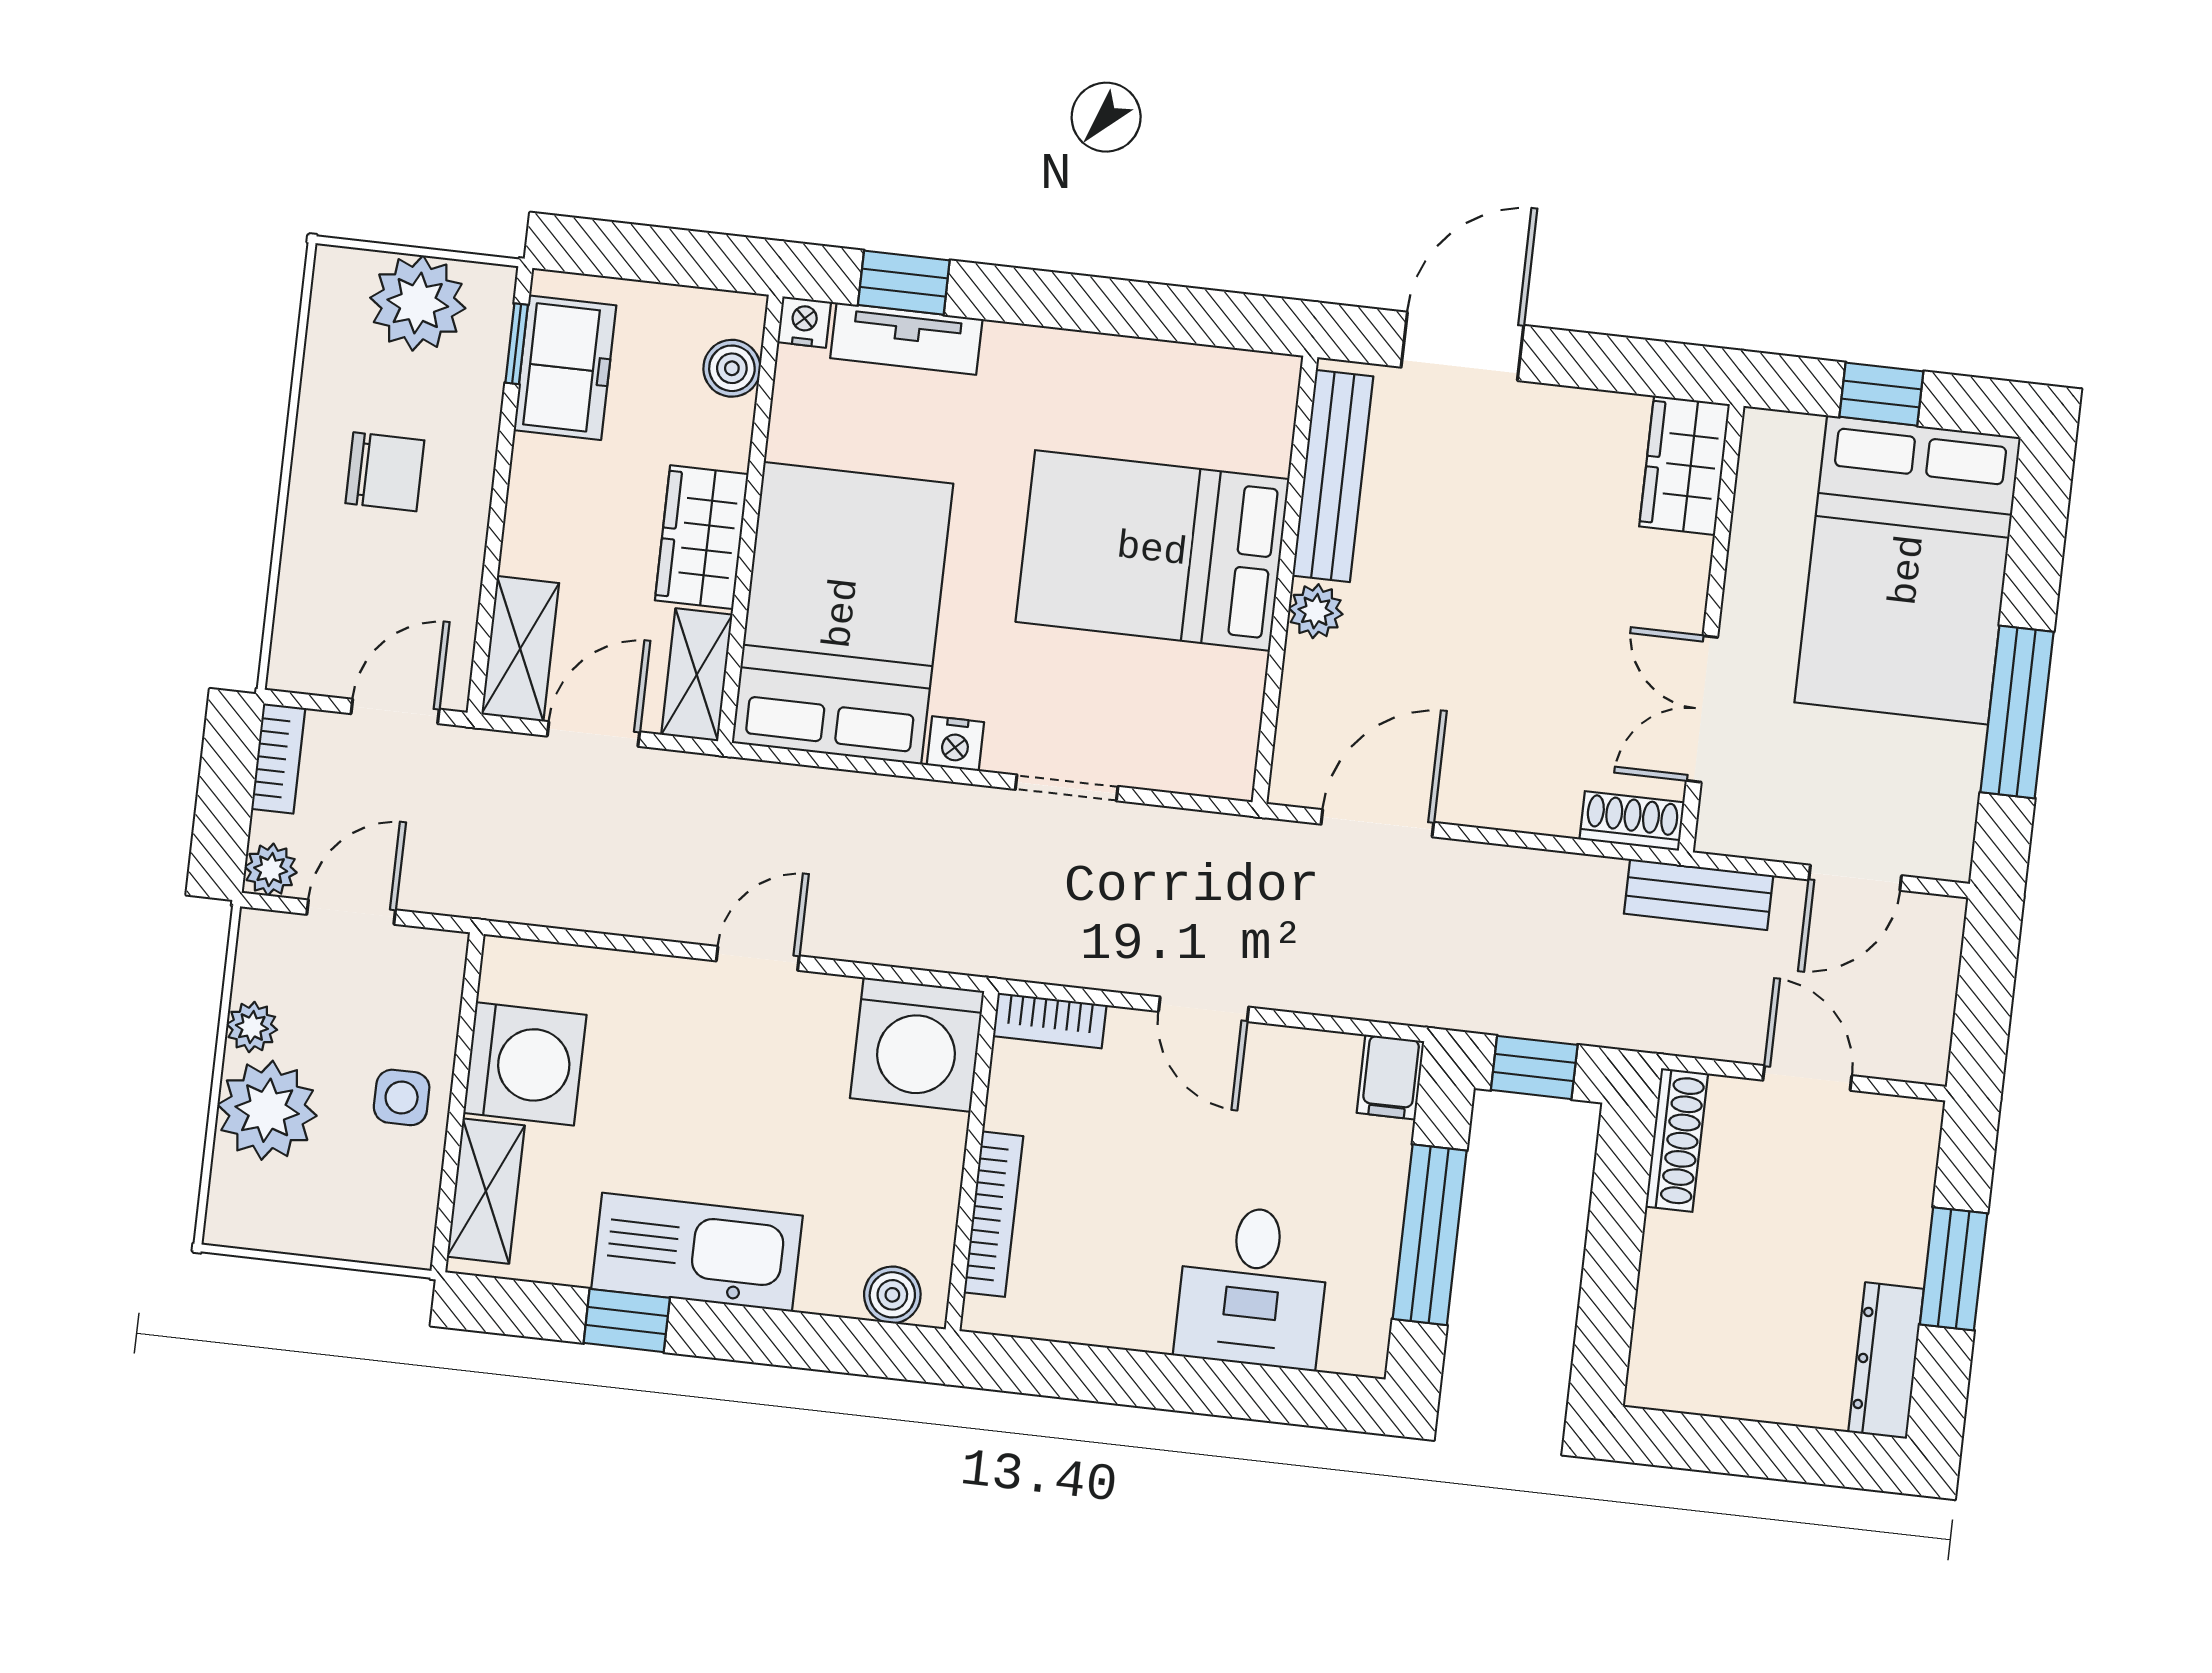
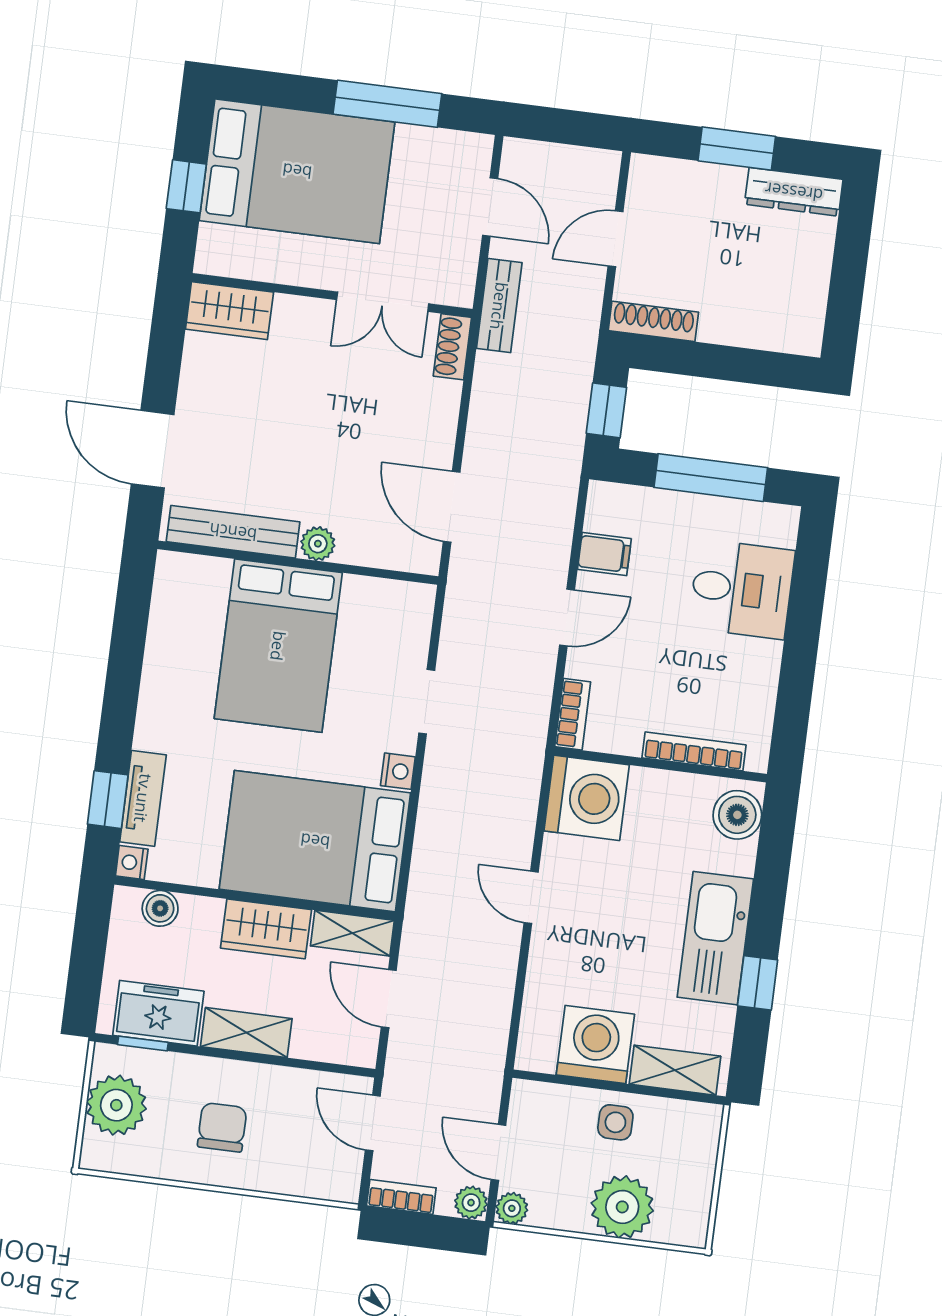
shelving: (520, 649) -> (246, 1033), moved
plant: (252, 1027) -> (512, 1208), moved
filing cabinet: (1390, 1077) -> (604, 554), moved
boiler: (892, 1295) -> (737, 815), width x1.36, depth x1.36

